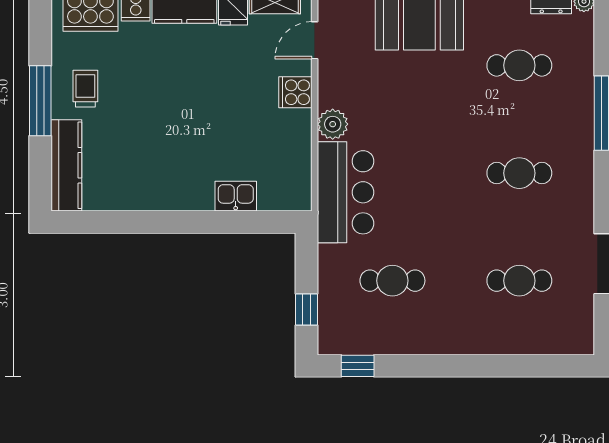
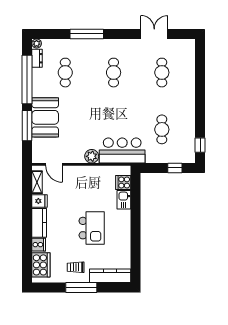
cooker: (295, 92) -> (123, 182), moved, turned 90
kitchen island: (173, 124) -> (92, 228), added

